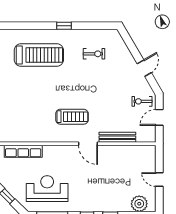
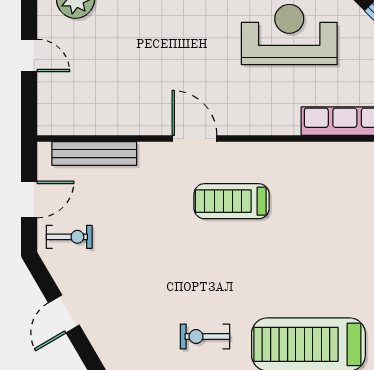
exercise bike: (94, 54) -> (205, 337), moved
bench: (117, 137) -> (94, 154), moved
reception desk: (47, 189) -> (289, 34), turned 180

